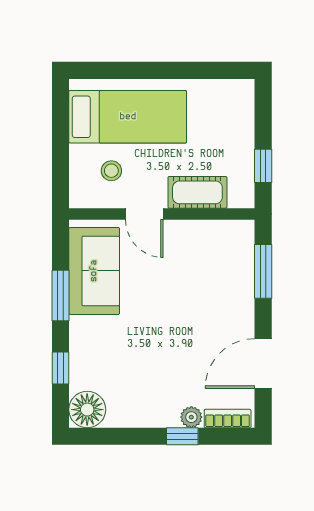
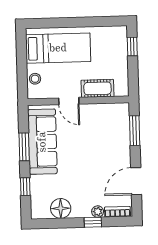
window: (263, 166) -> (132, 46), moved
stool: (111, 171) -> (35, 79), moved
sofa: (94, 271) -> (42, 142), width x1.36
floor lamp: (87, 410) -> (61, 208), moved

